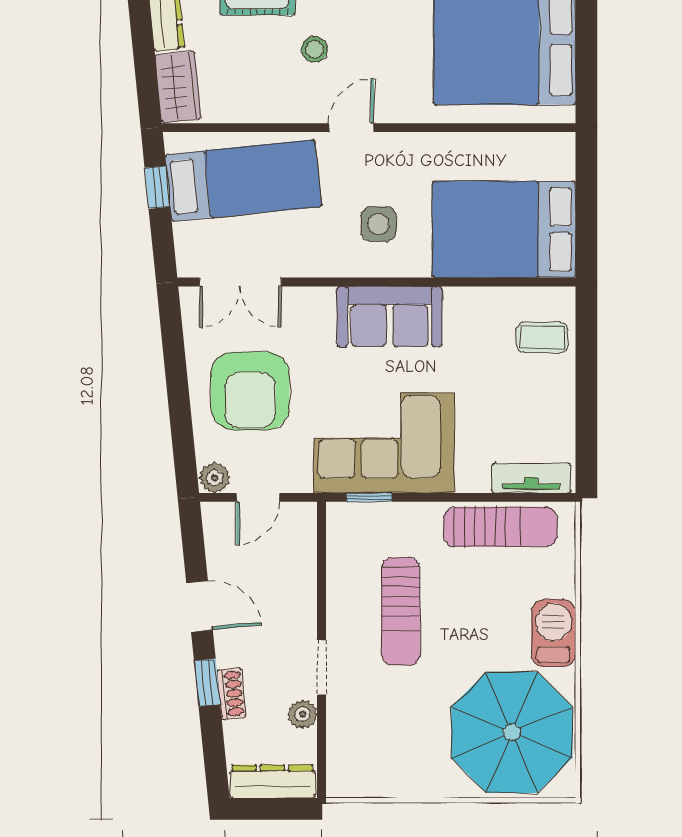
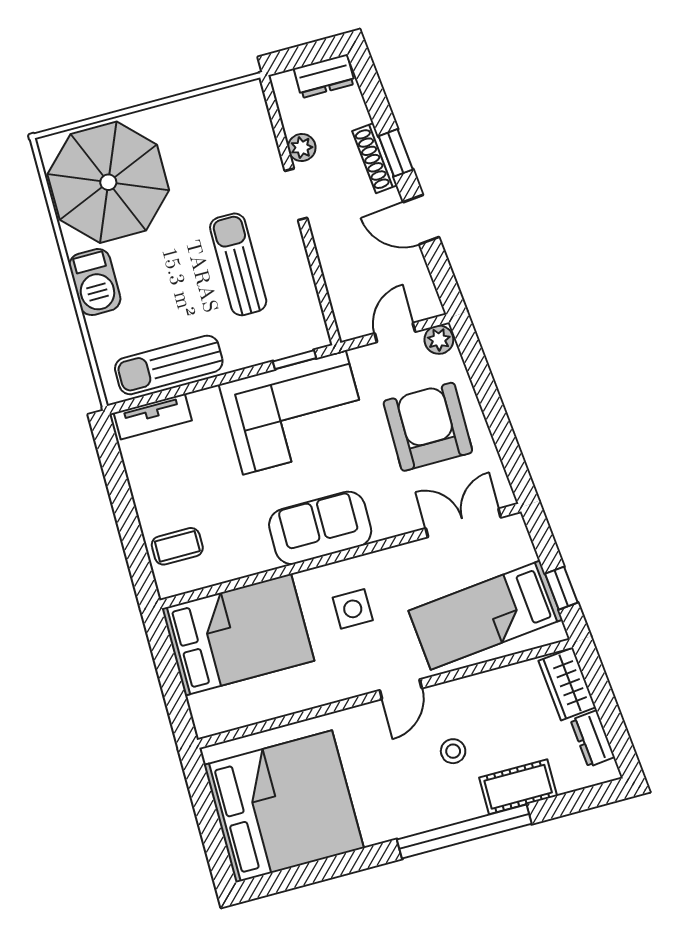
shoe rack: (231, 694) -> (375, 158), width x1.43
dresser: (272, 782) -> (324, 76), width x0.70

